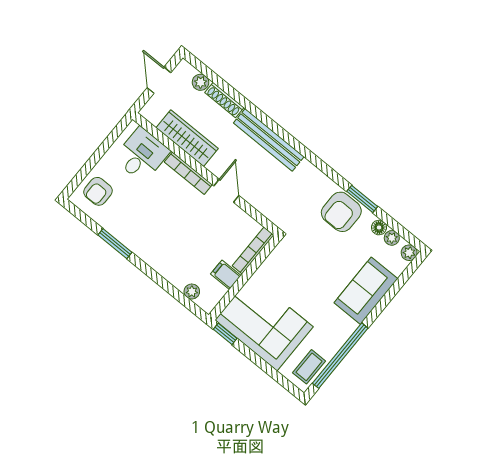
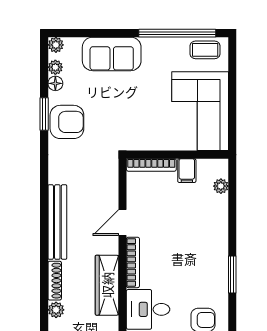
window: (225, 334) -> (232, 134), removed

